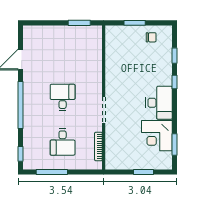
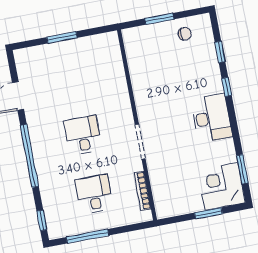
window: (79, 23) -> (62, 37), moved
corner desk: (157, 136) -> (221, 187), moved, turned 90
desk: (63, 142) -> (94, 194), turned 180

